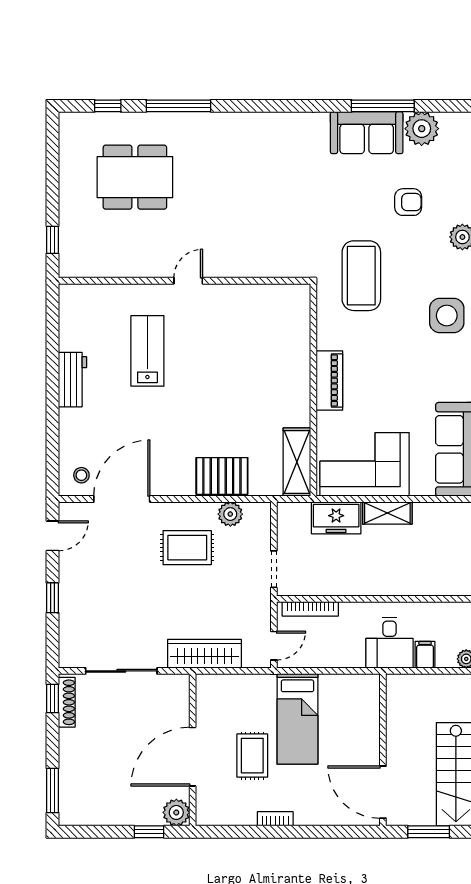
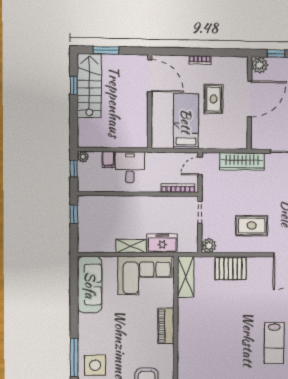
plant: (230, 514) -> (209, 246), moved
wall: (383, 750) -> (150, 102), moved
door: (383, 792) -> (150, 76), moved

